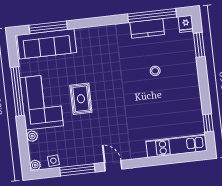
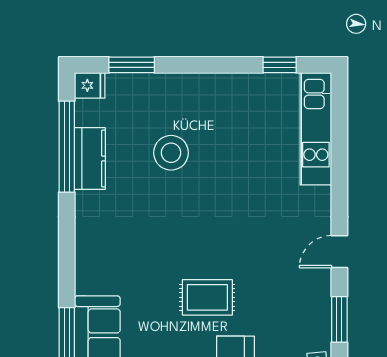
stool: (155, 71) -> (171, 153), width x1.89, depth x1.89
window: (77, 170) -> (339, 319), width x0.69

